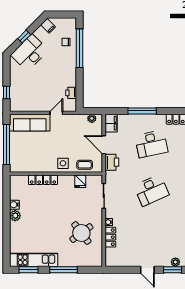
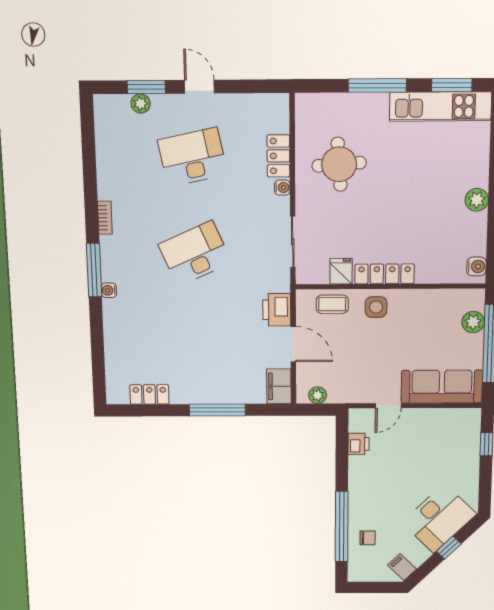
desk: (151, 144) -> (193, 157), moved
plant: (15, 156) -> (473, 322), added
locker: (43, 180) -> (385, 274), moved
water cooler: (14, 205) -> (476, 266), moved
round table: (81, 233) -> (339, 164), turned 33

